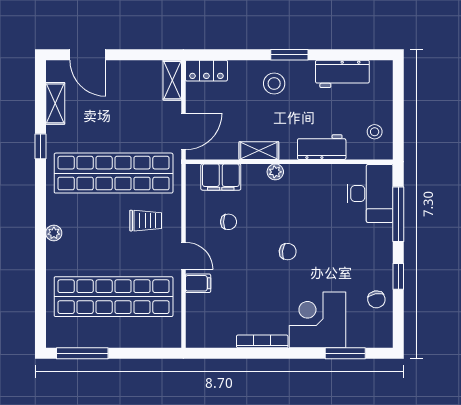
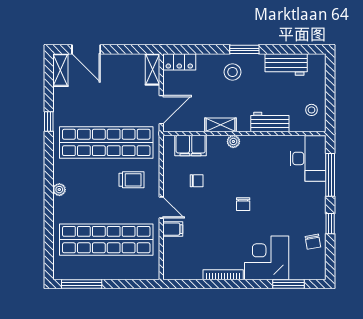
shelving: (55, 103) -> (60, 70), moved
chair: (288, 252) -> (243, 204), turned 84

